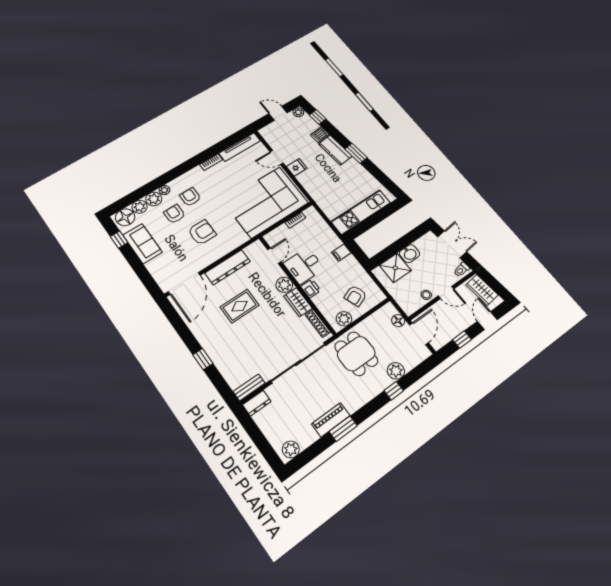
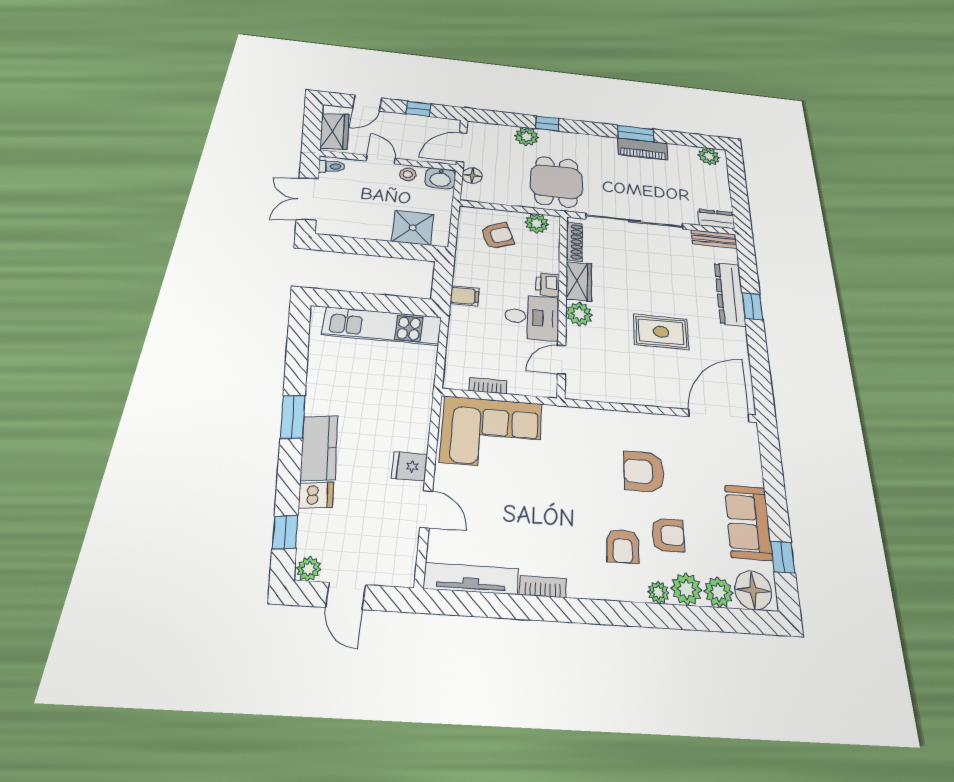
corner sofa: (266, 202) -> (492, 433), width x0.73, depth x0.74
armchair: (174, 214) -> (668, 535), turned -90
washbasin: (410, 254) -> (440, 178), moved, turned 180
dresser: (228, 267) -> (730, 294), moved, turned -90

